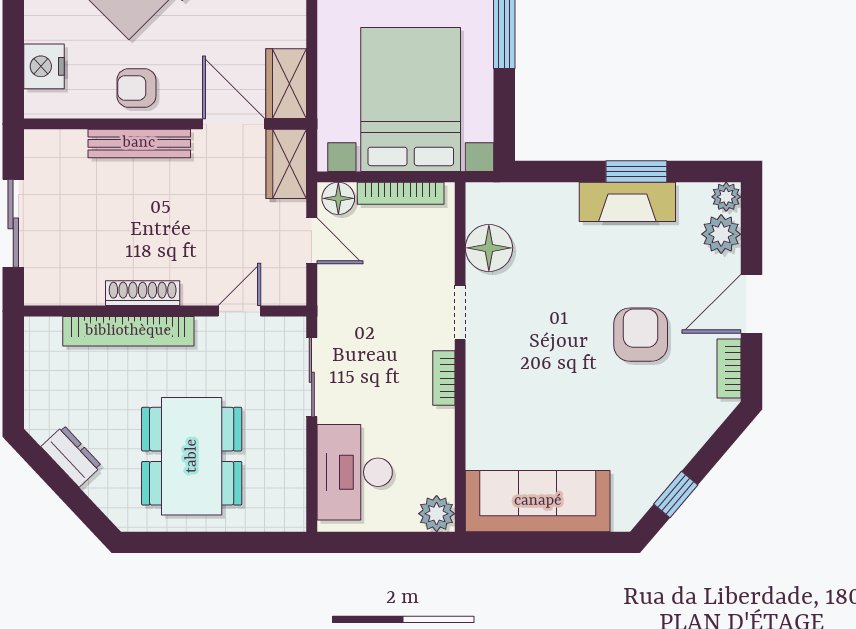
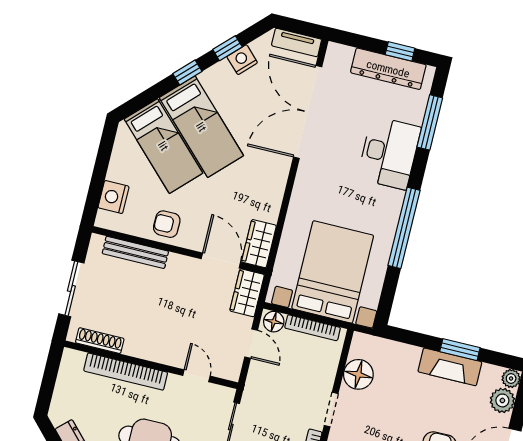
bench: (139, 143) -> (135, 252), moved
shoe rack: (143, 293) -> (100, 341), moved
door: (239, 311) -> (196, 376), hinge flipped

